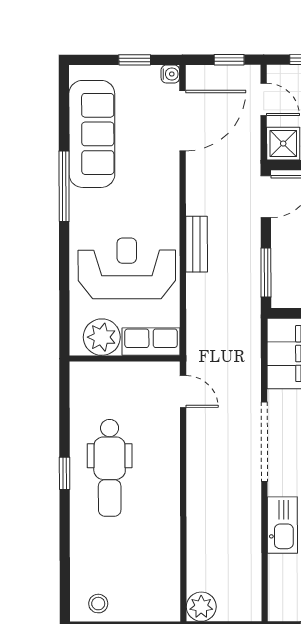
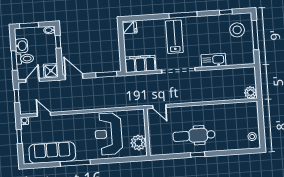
door: (183, 121) -> (44, 114), width x0.53
bench: (197, 244) -> (96, 105), removed
row of seats: (151, 342) -> (139, 121), removed
door: (183, 392) -> (159, 106), swing flipped
dental chair: (110, 468) -> (194, 136), turned 180

